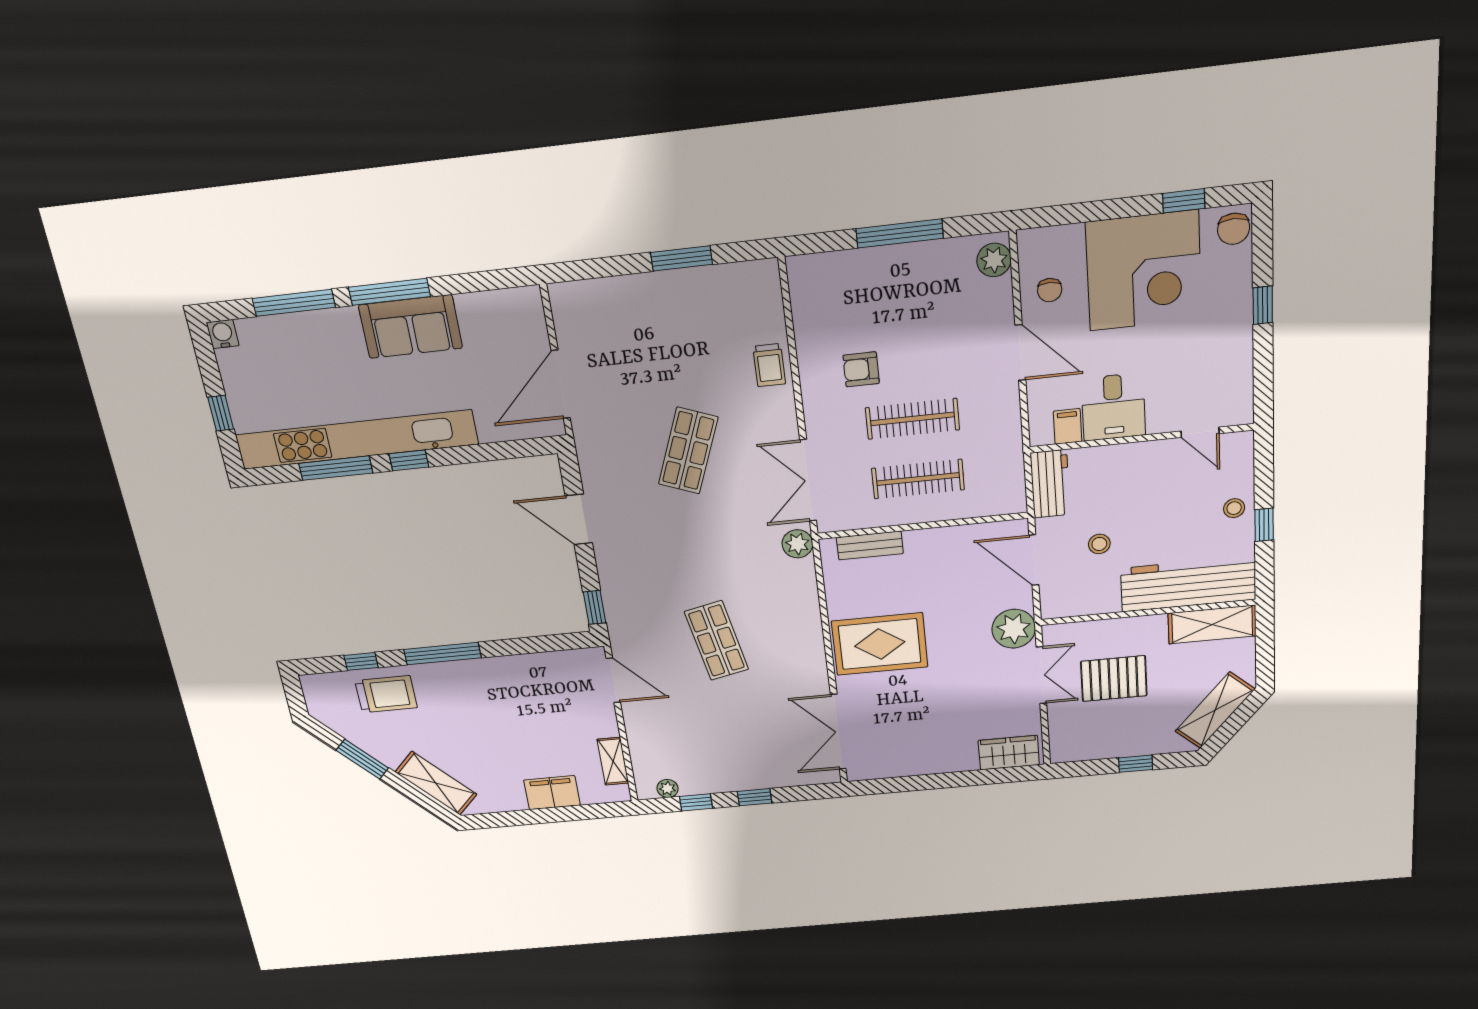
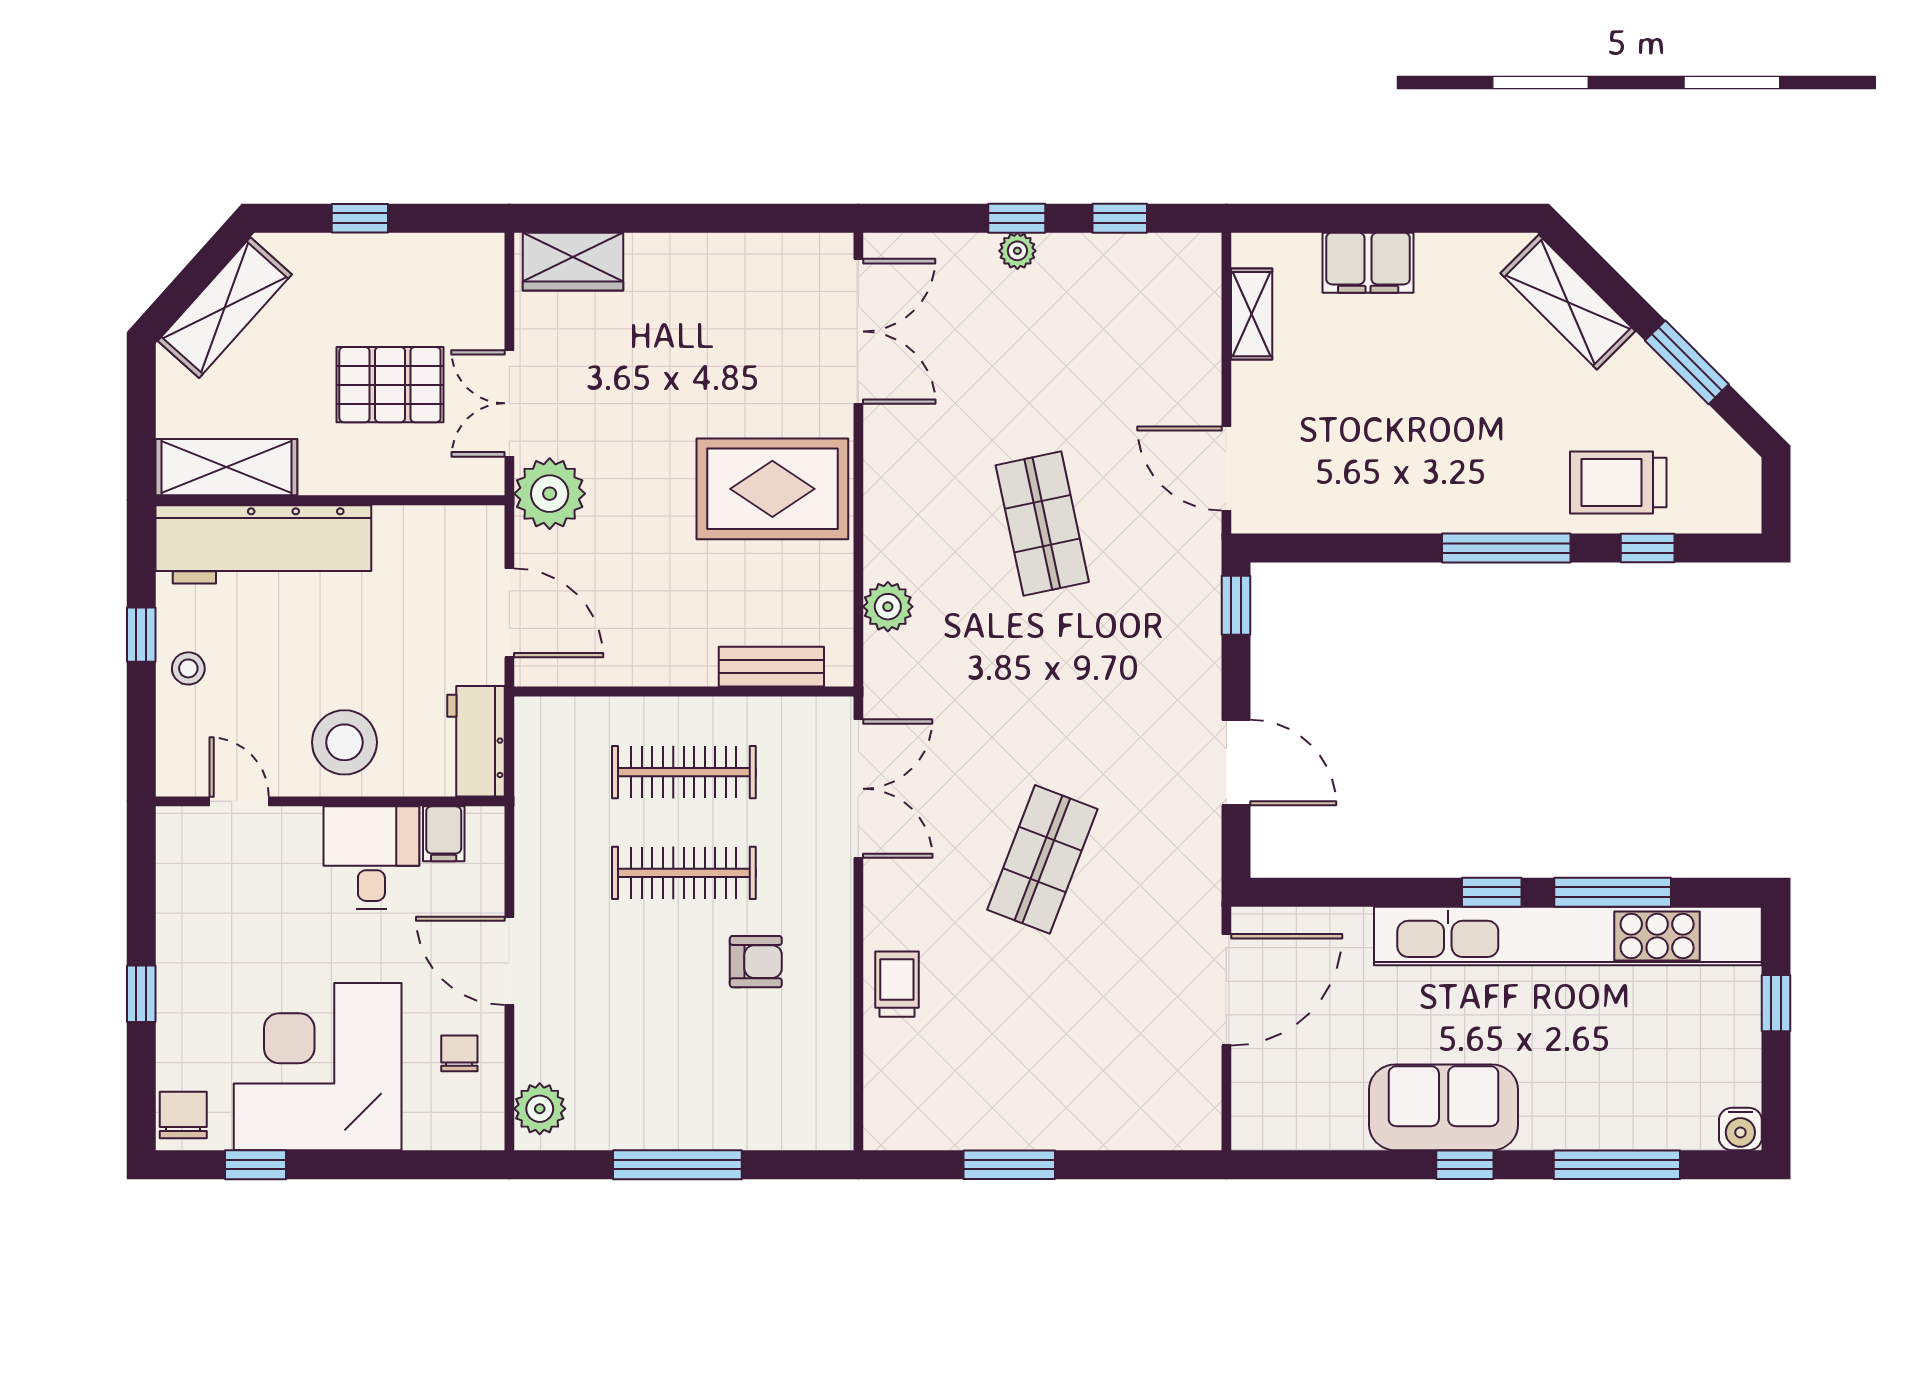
window: (389, 292) -> (1465, 1165), width x0.46
plant: (797, 544) -> (888, 607), moved
stool: (1099, 544) -> (344, 742), moved, width x1.89, depth x1.89
plant: (668, 788) -> (1017, 251), moved

